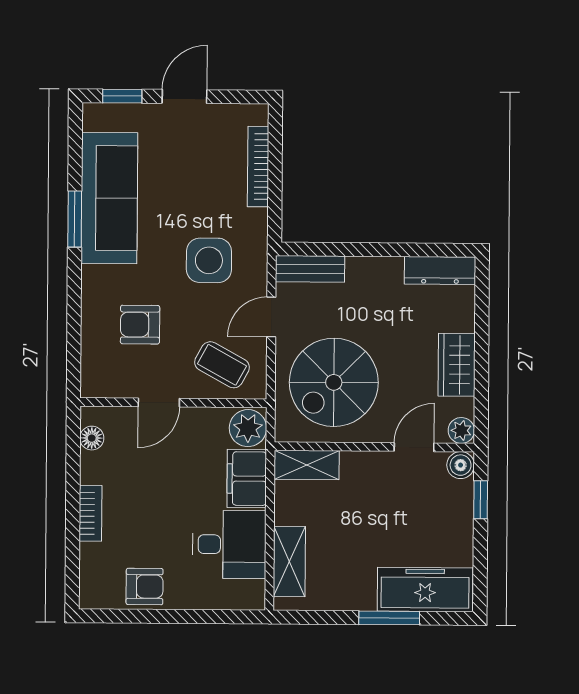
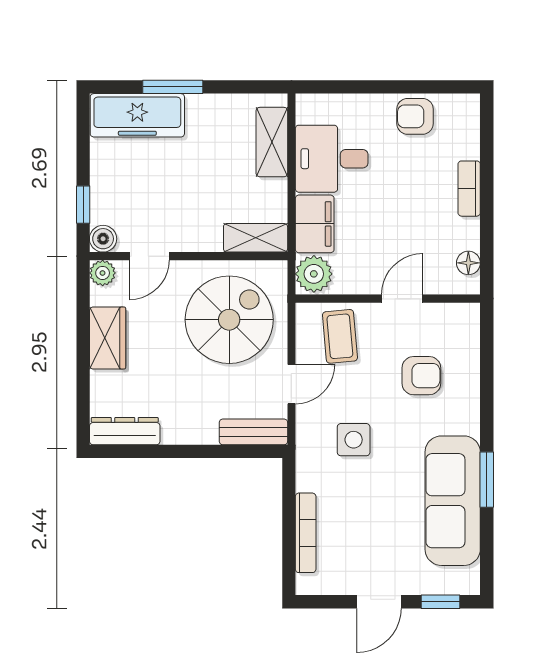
side table: (209, 260) -> (354, 440), width x0.73, depth x0.73
coffee table: (222, 365) -> (340, 336), turned 56

